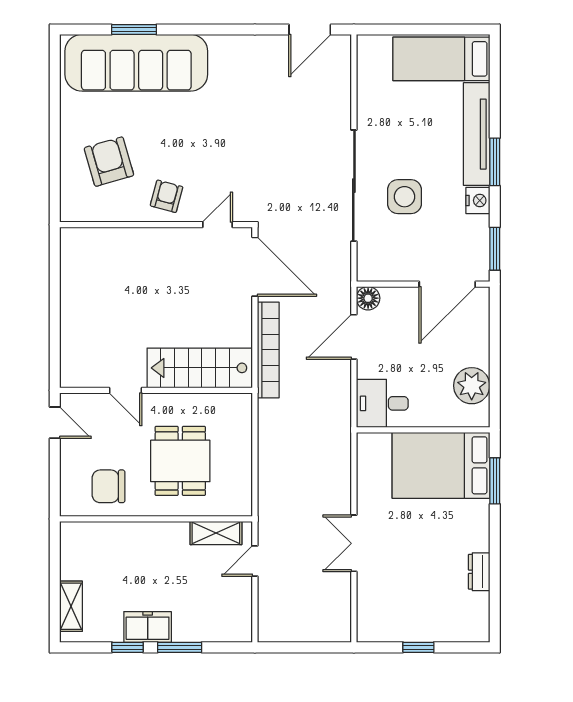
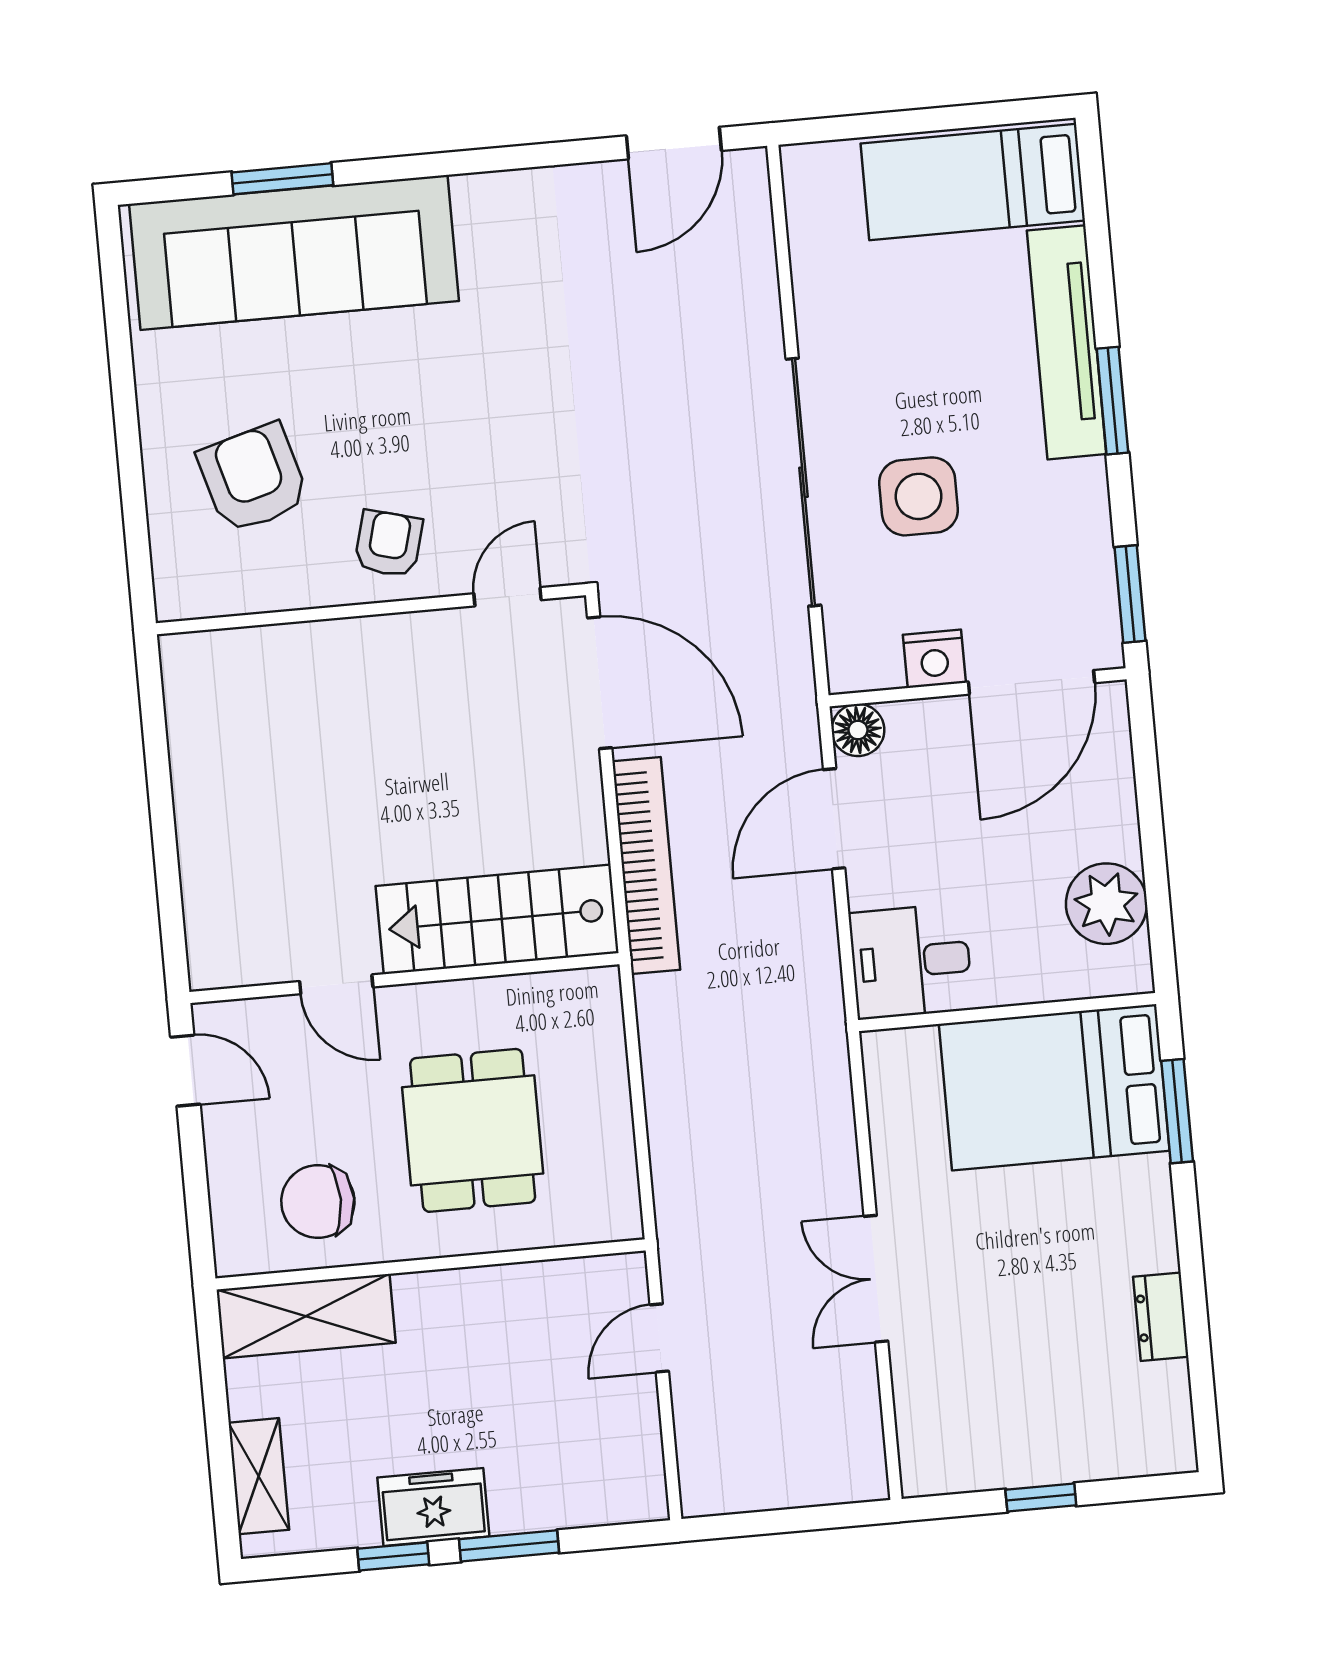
nightstand: (478, 200) -> (934, 659), moved, turned 90
shelving: (216, 533) -> (306, 1316), moved, width x1.50, depth x1.33

